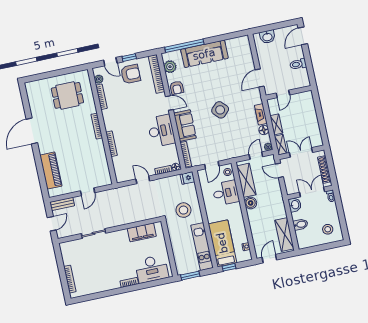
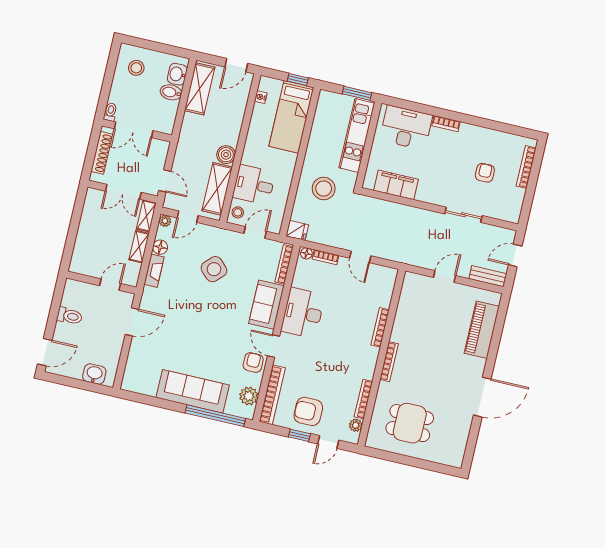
door: (110, 62) -> (328, 442), swing flipped
side table: (220, 110) -> (214, 269), moved
washbasin: (295, 205) -> (177, 74), moved
kitchen unit: (202, 247) -> (357, 136), moved, turned 180
armchair: (93, 264) -> (485, 173), added

